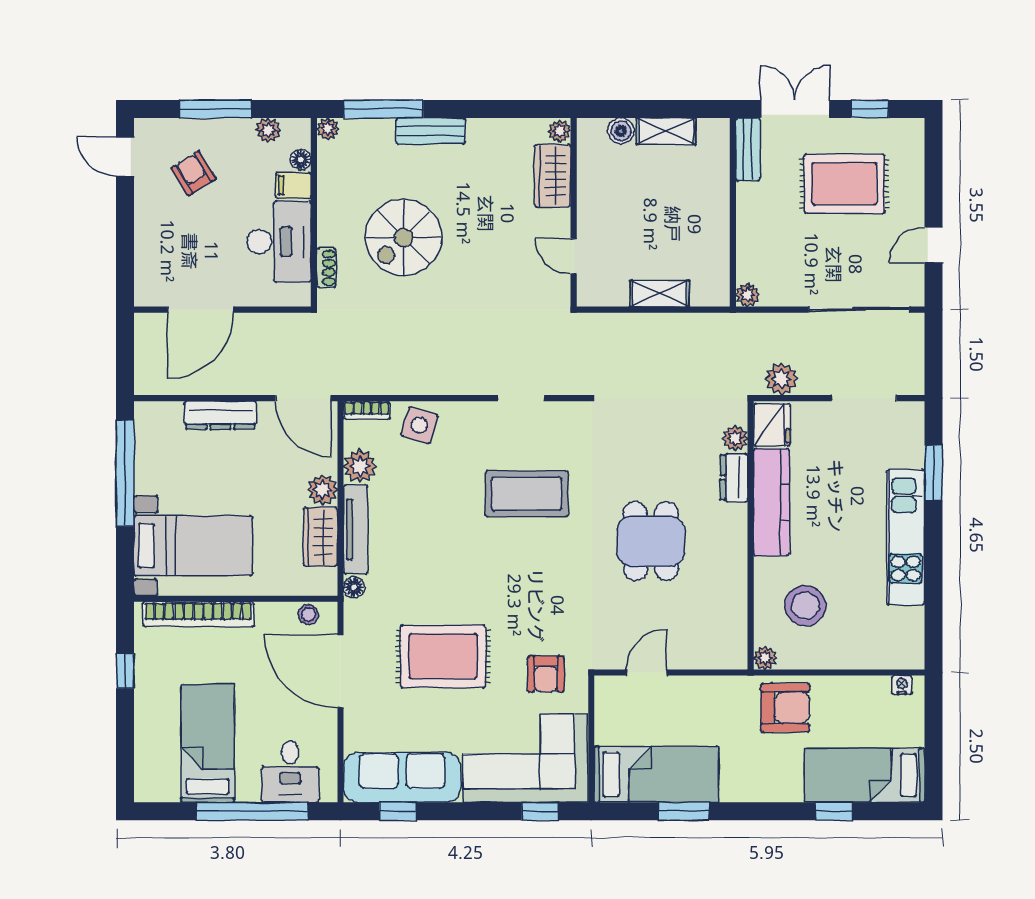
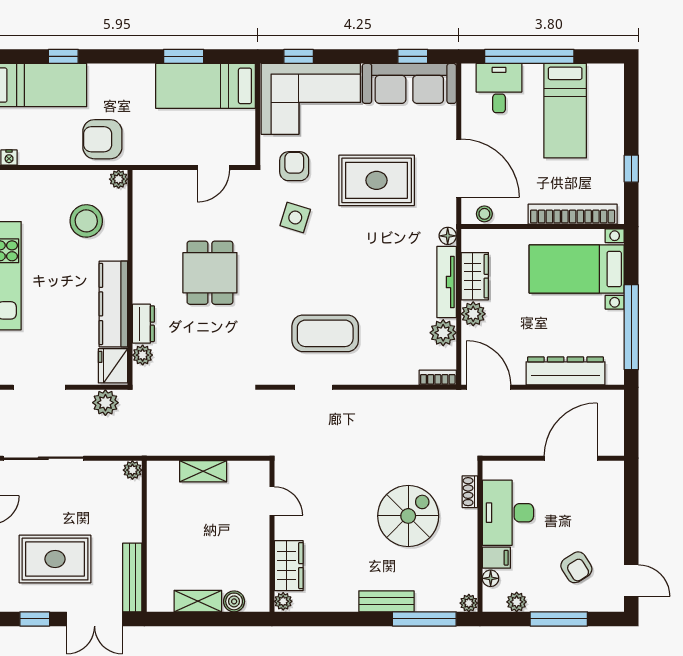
bench: (748, 149) -> (132, 577), width x1.36
dresser: (220, 415) -> (565, 371), width x1.37, depth x1.24
side table: (419, 425) -> (295, 218), moved
coffee table: (527, 494) -> (325, 333), moved

